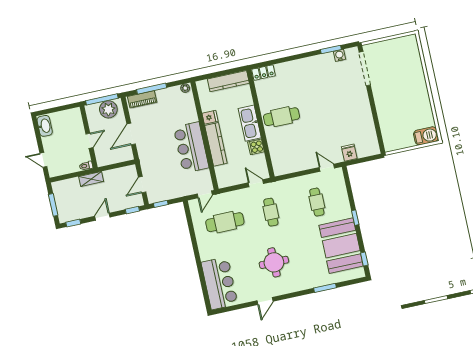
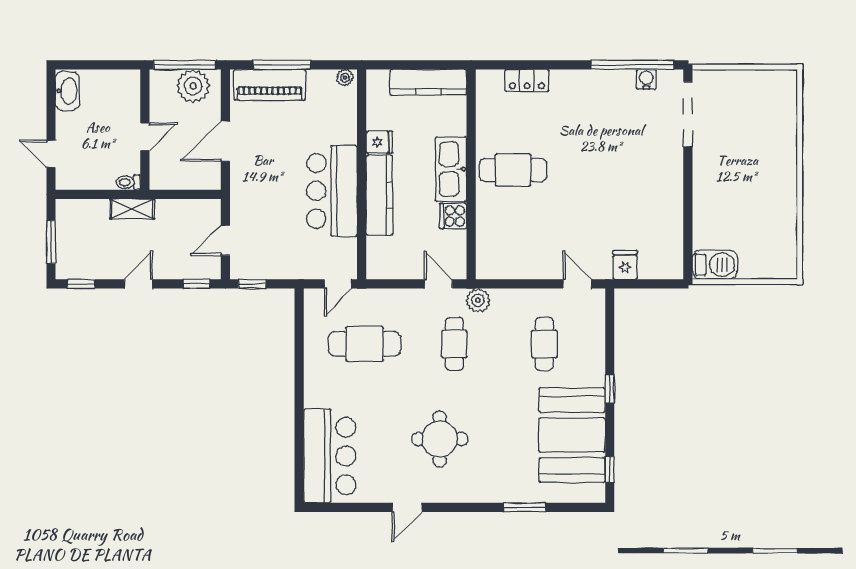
window: (331, 50) -> (632, 65), width x2.11
locker: (263, 73) -> (527, 80), moved
piano: (142, 99) -> (270, 85), width x1.37, depth x1.33
barbecue: (426, 136) -> (715, 265), moved
plant: (278, 187) -> (478, 300), added

